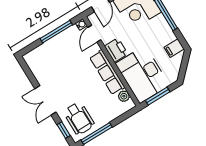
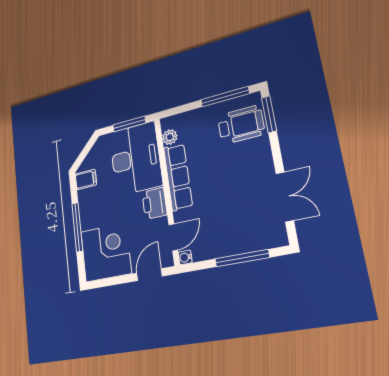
window: (56, 32) -> (242, 258), moved
double door: (46, 100) -> (285, 197), moved
wheelchair: (79, 118) -> (241, 125), turned 90
window: (64, 130) -> (269, 114), width x1.50

